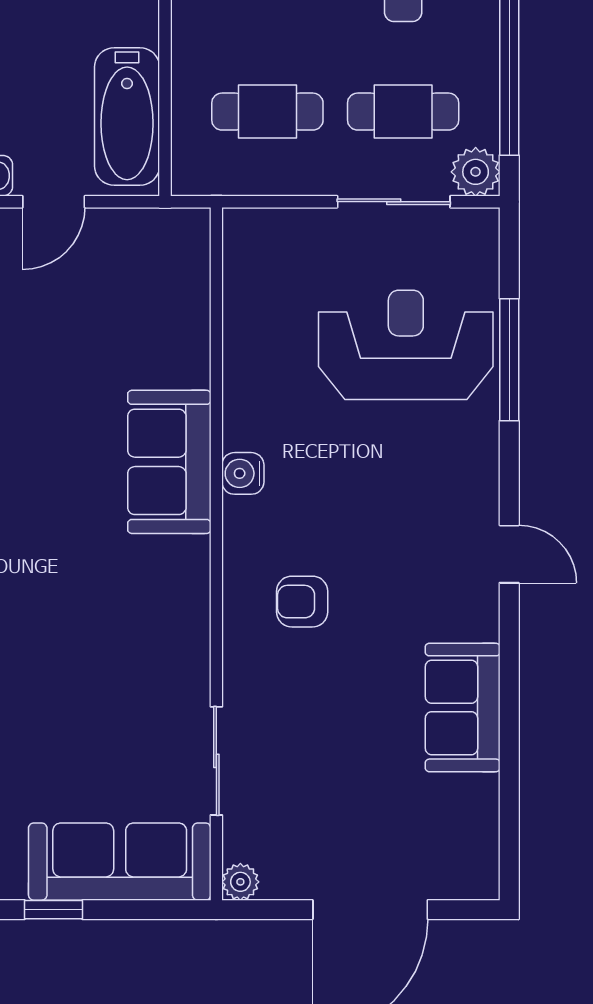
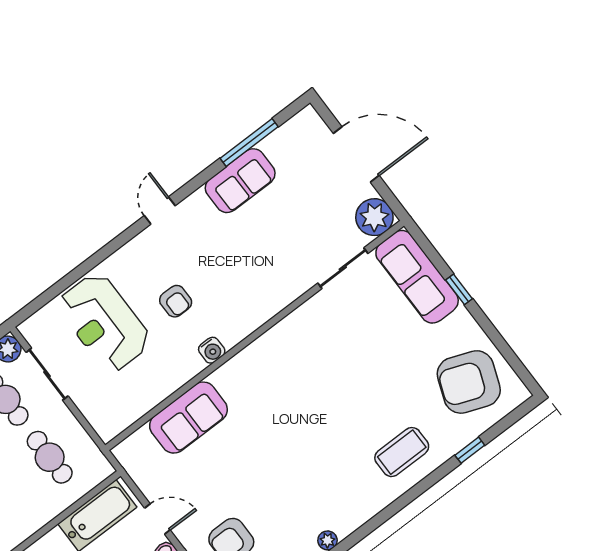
window: (509, 360) -> (249, 142), moved
sofa: (169, 462) -> (188, 418), moved
armchair: (302, 602) -> (176, 301), moved
plant: (240, 882) -> (374, 217), width x1.88, depth x1.88

